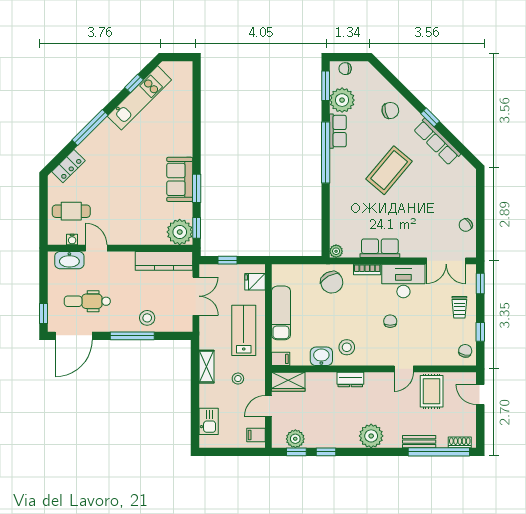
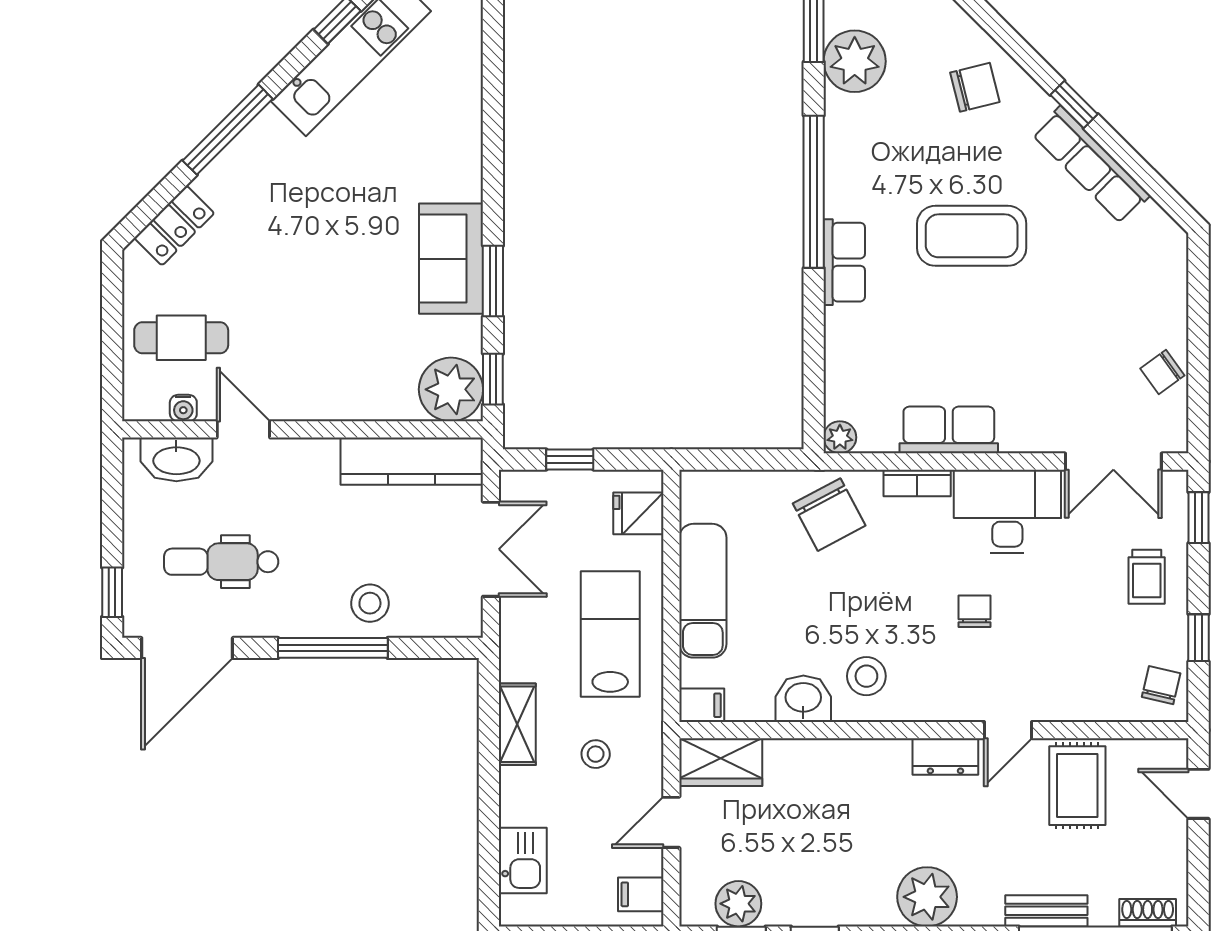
row of seats: (338, 131) -> (844, 262), moved
coffee table: (389, 170) -> (972, 236), turned 50
dresser: (350, 380) -> (945, 757), moved

